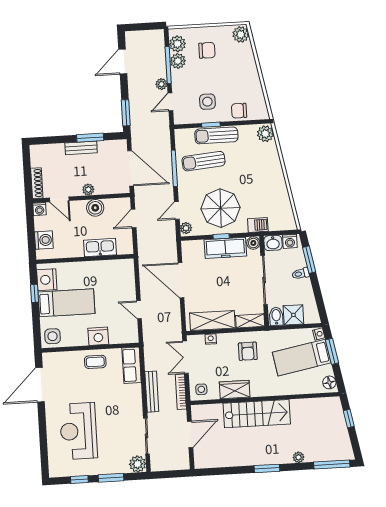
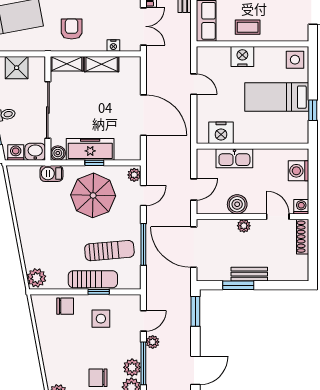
nightstand: (47, 280) -> (221, 133), moved, turned 90
bidet: (276, 316) -> (37, 67), removed
shelving: (212, 321) -> (102, 64), width x0.67, depth x0.75

